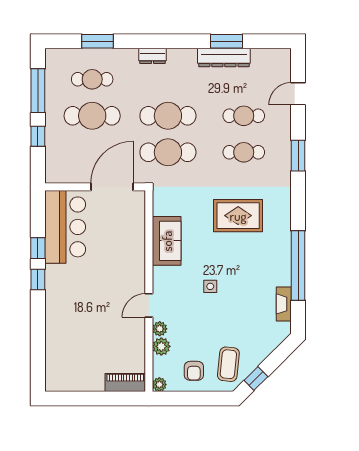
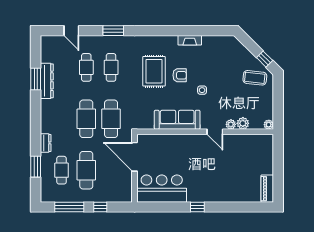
dresser: (152, 56) -> (46, 143), moved
sofa: (167, 241) -> (177, 120), width x1.36
window: (38, 248) -> (176, 207), removed
window: (298, 266) -> (188, 31), removed
fireplace: (284, 304) -> (190, 40), moved
armchair: (194, 371) -> (180, 75), moved
piano: (125, 382) -> (267, 189), moved

